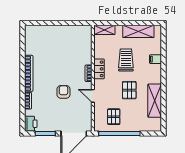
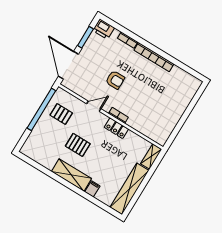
shelving: (138, 31) -> (129, 189), width x1.47
trolley: (126, 60) -> (109, 160), removed
shelving: (155, 101) -> (72, 175), moved

